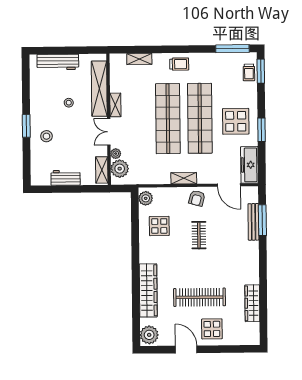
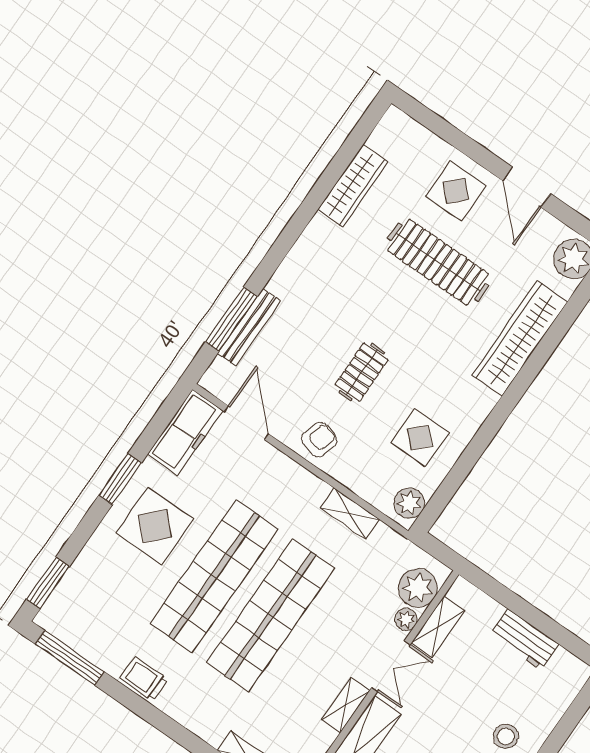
trolley: (179, 64) -> (144, 679), moved
trolley: (249, 72) -> (70, 595), removed
shelving: (102, 170) -> (438, 627), moved
shelving: (184, 178) -> (350, 514), moved

